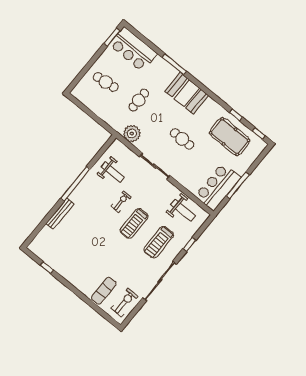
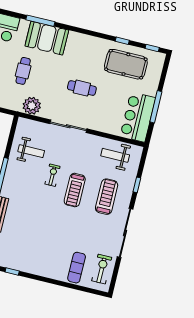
booth: (187, 93) -> (47, 38), moved
weight bench: (183, 210) -> (115, 155), turned 180
treadmill: (159, 242) -> (107, 197), turned 180

